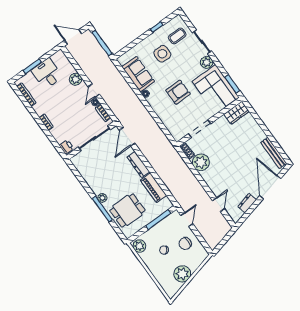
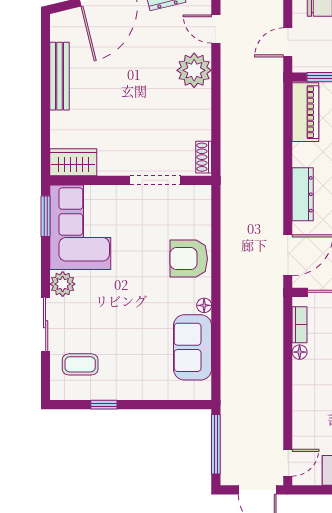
side table: (162, 54) -> (127, 353), removed
plant: (75, 79) -> (305, 415), removed
door: (94, 91) -> (288, 463), moved
armchair: (178, 92) -> (189, 259), moved
bench: (274, 153) -> (60, 76), moved
plant: (201, 162) -> (194, 70), moved
piano: (154, 188) -> (305, 112), moved
door: (218, 205) -> (216, 29), hinge flipped

